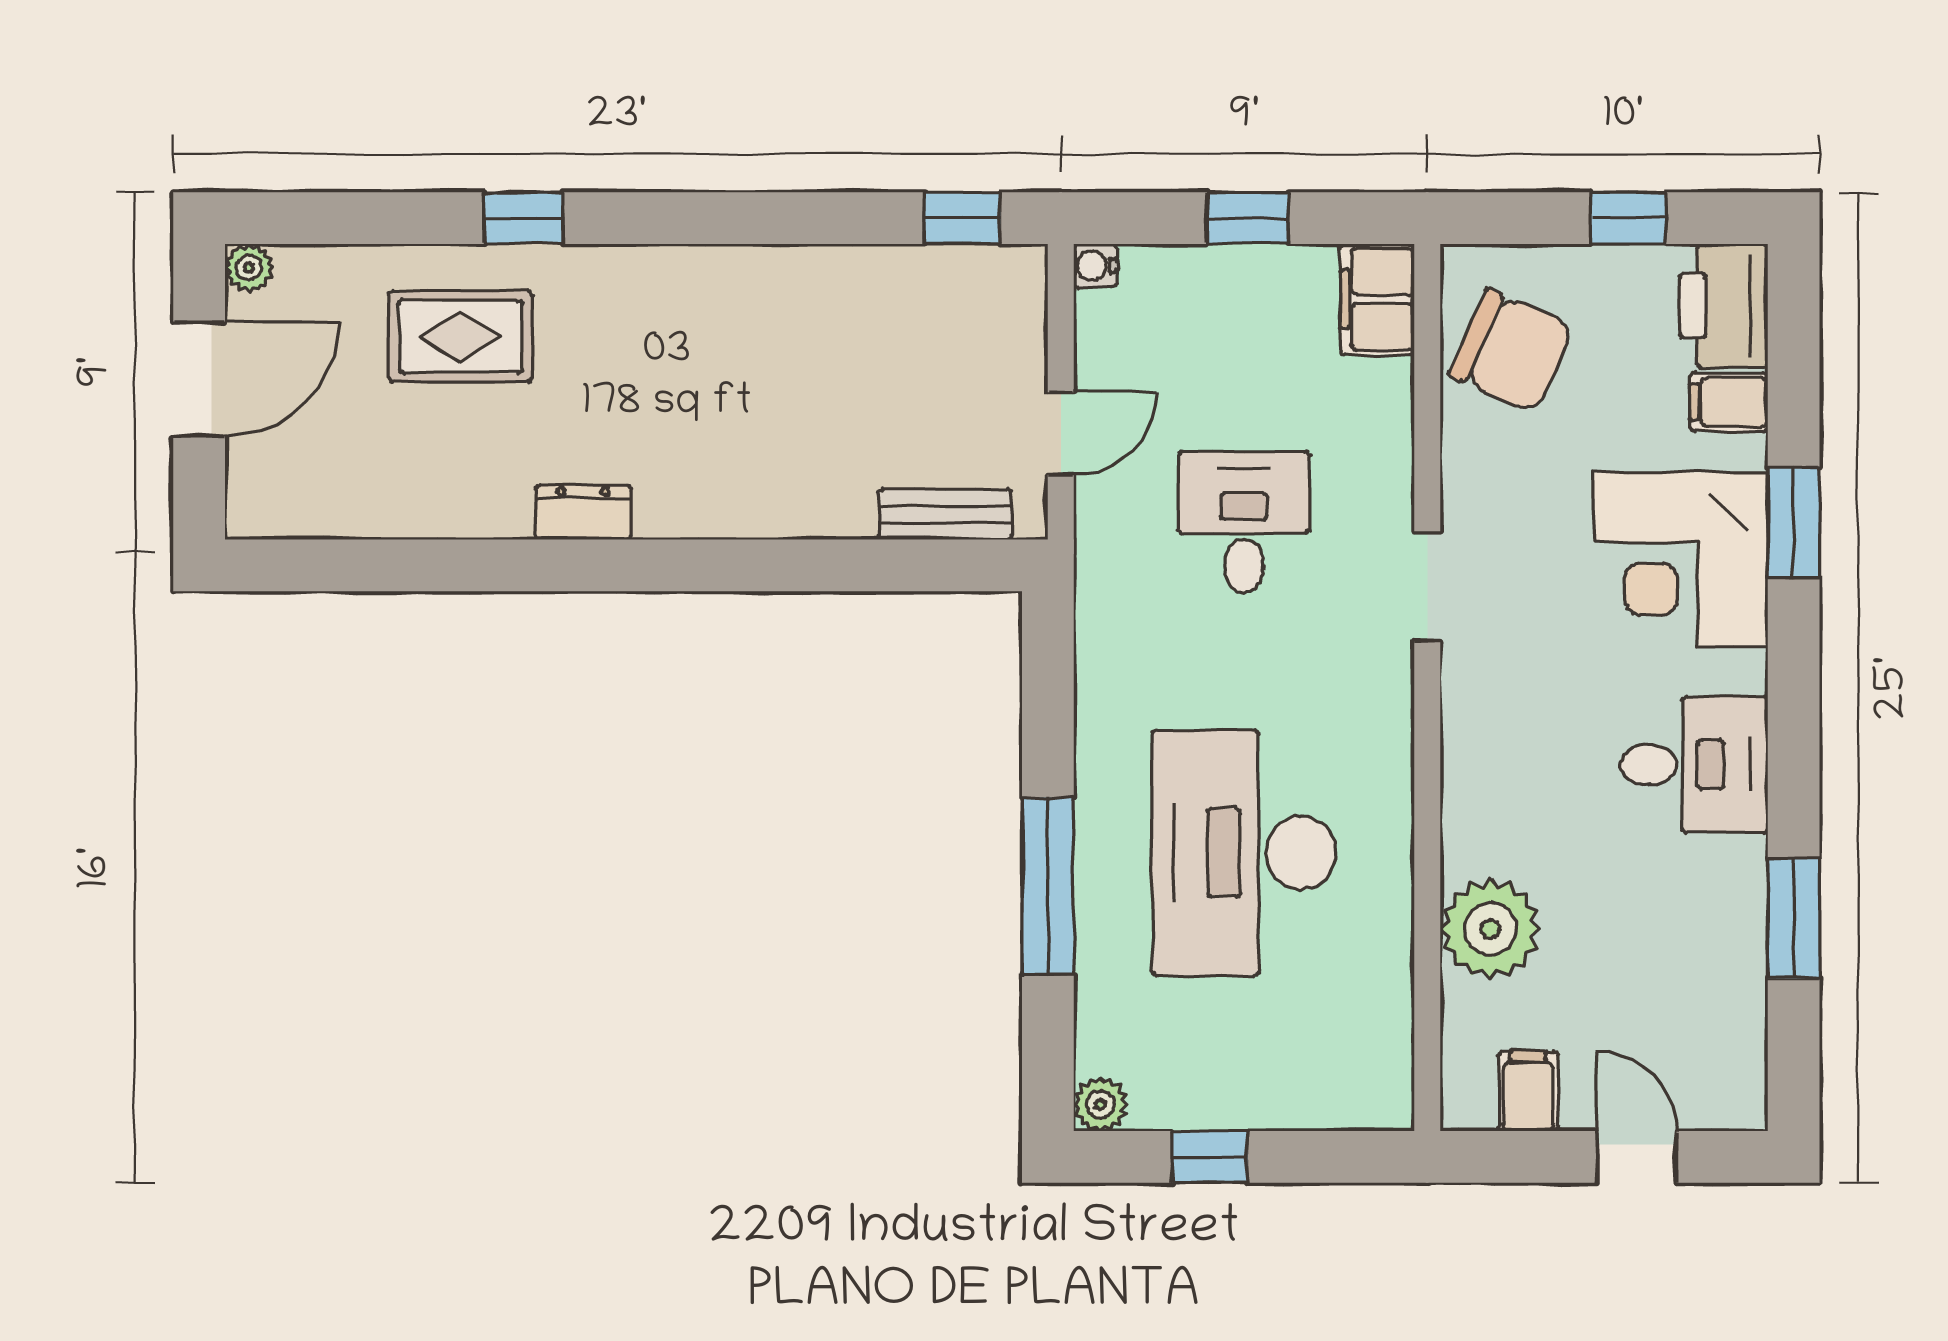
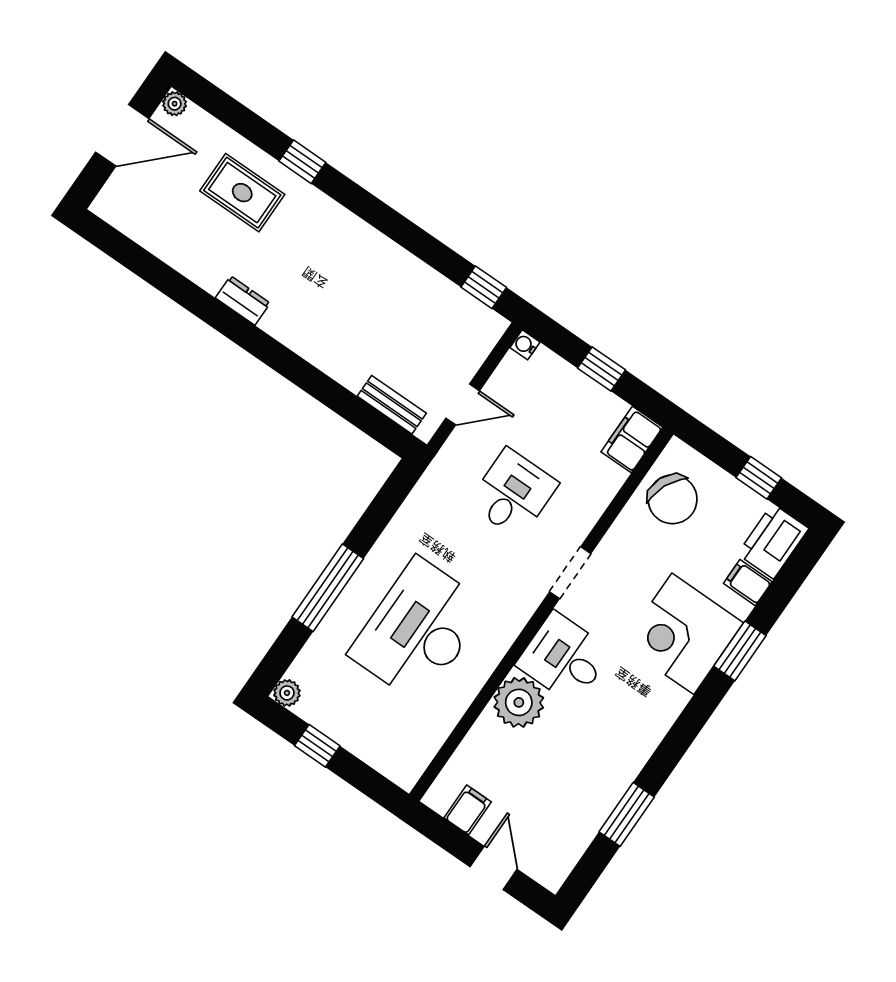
desk: (1694, 764) -> (564, 658), moved, turned 180
plant: (1490, 929) -> (519, 702), moved

